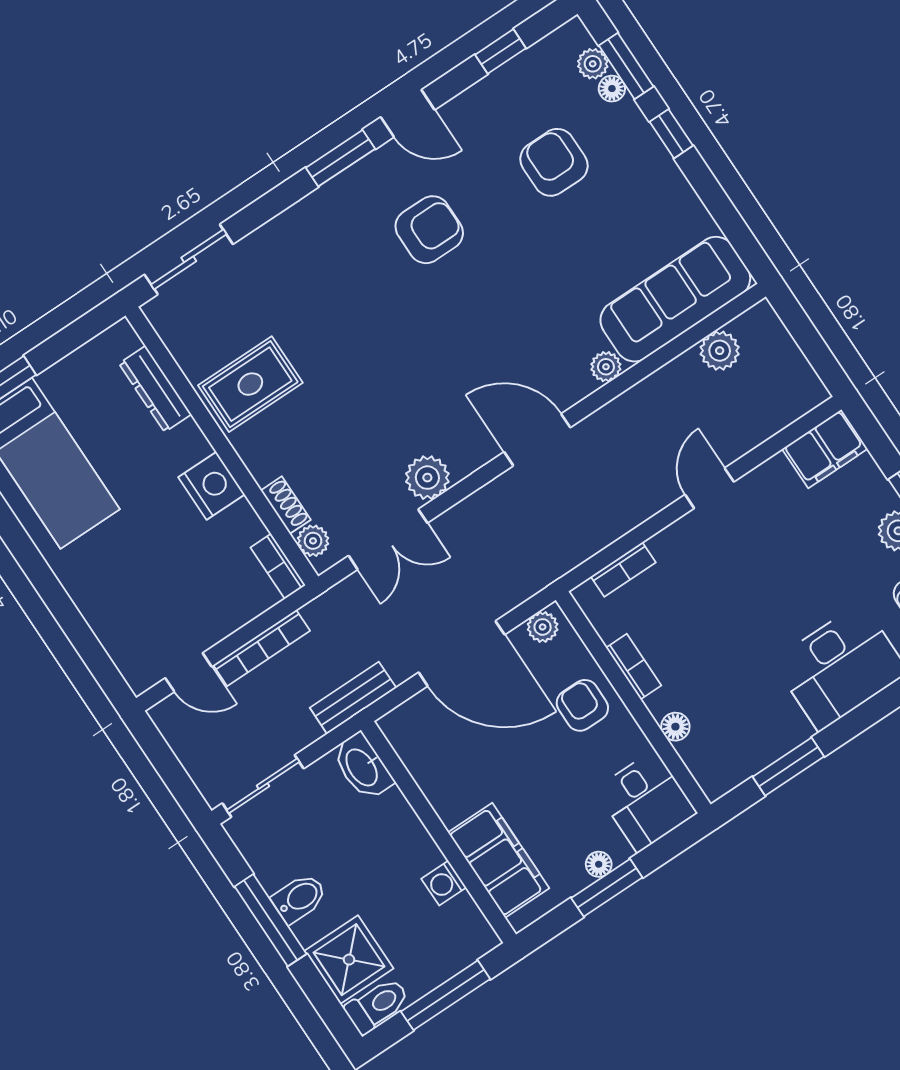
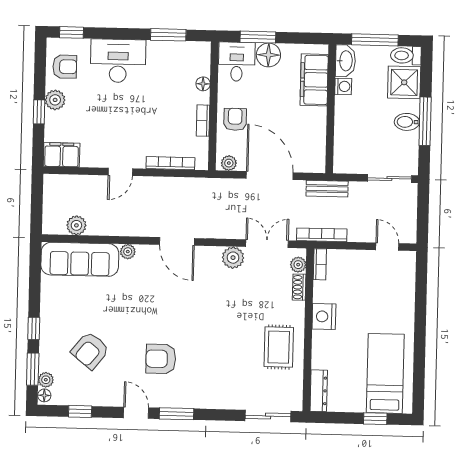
floor lamp: (612, 89) -> (44, 395), moved
armchair: (554, 162) -> (90, 350), turned 39
rug: (250, 384) -> (279, 347), turned 90
dresser: (155, 389) -> (319, 391), moved
bookcase: (623, 570) -> (170, 163), width x1.56
bookcase: (262, 648) -> (322, 235), moved
armchair: (582, 705) -> (235, 119), turned 180
washbasin: (363, 767) -> (345, 61), moved
floor lamp: (599, 864) -> (268, 55), width x1.89, depth x1.89
window: (607, 888) -> (258, 37), moved

